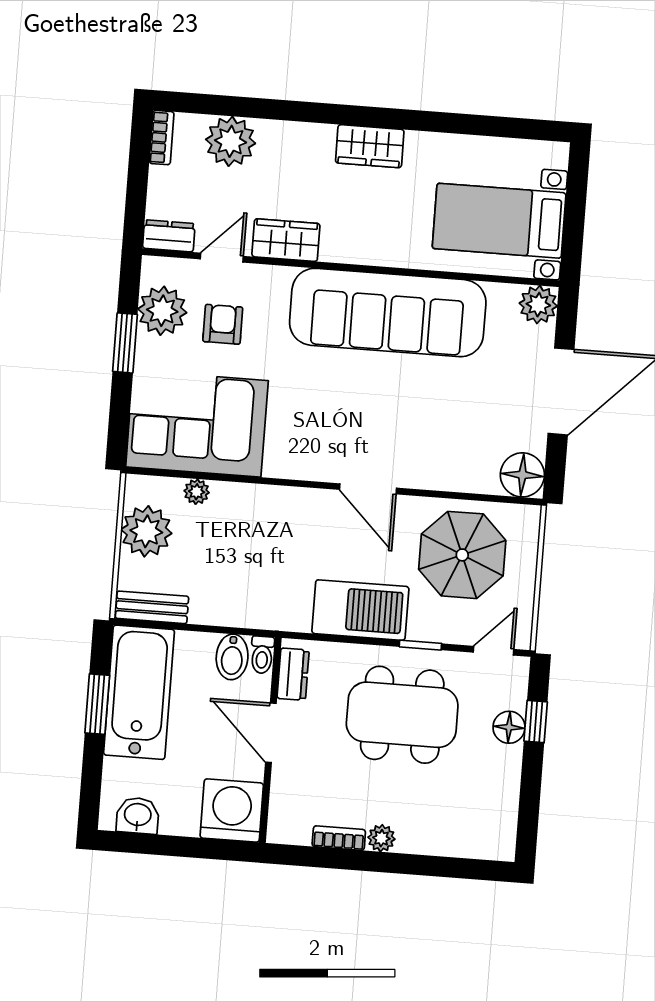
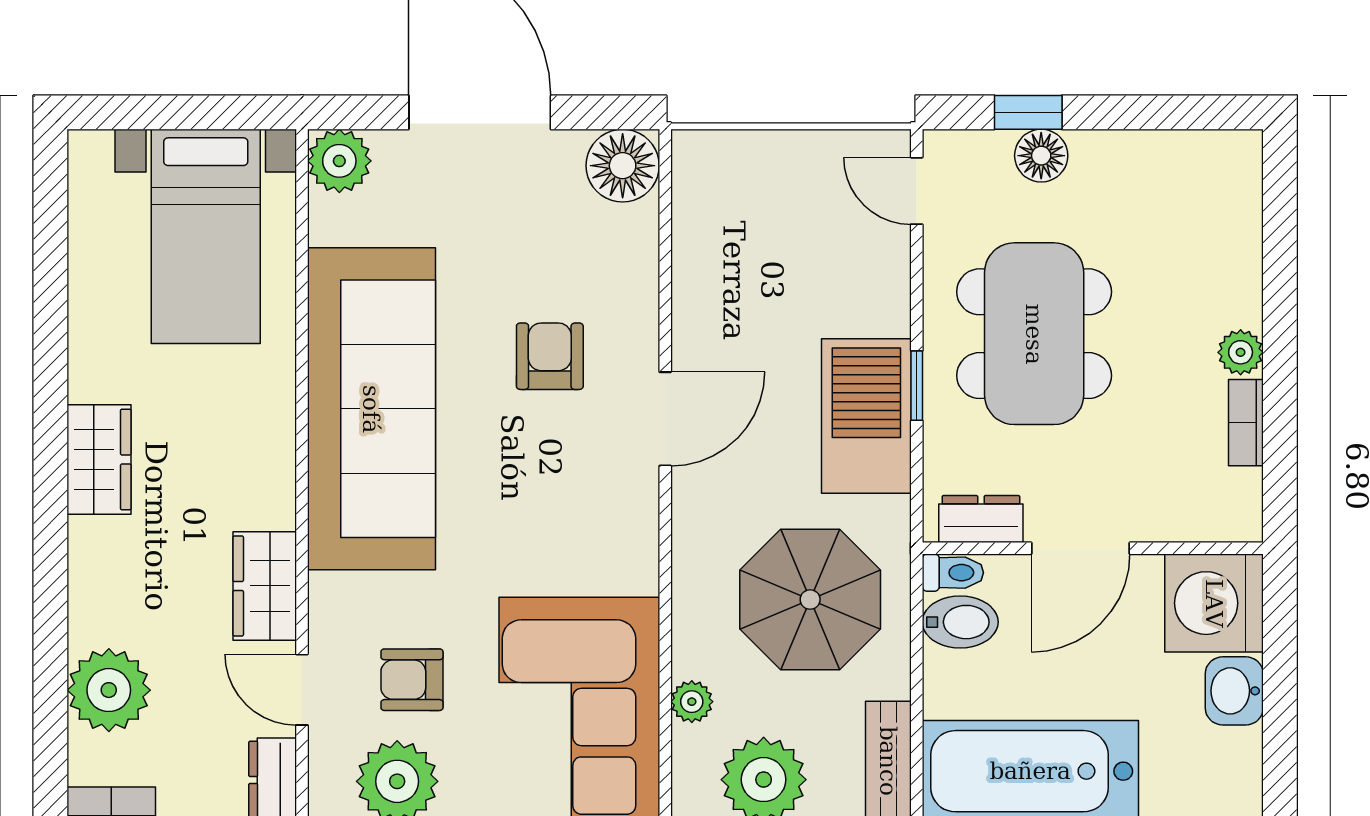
armchair: (411, 422) -> (550, 356), added
parasol: (462, 555) -> (810, 600), moved
window: (420, 645) -> (917, 386), moved
washbasin: (138, 816) -> (1234, 691), moved

